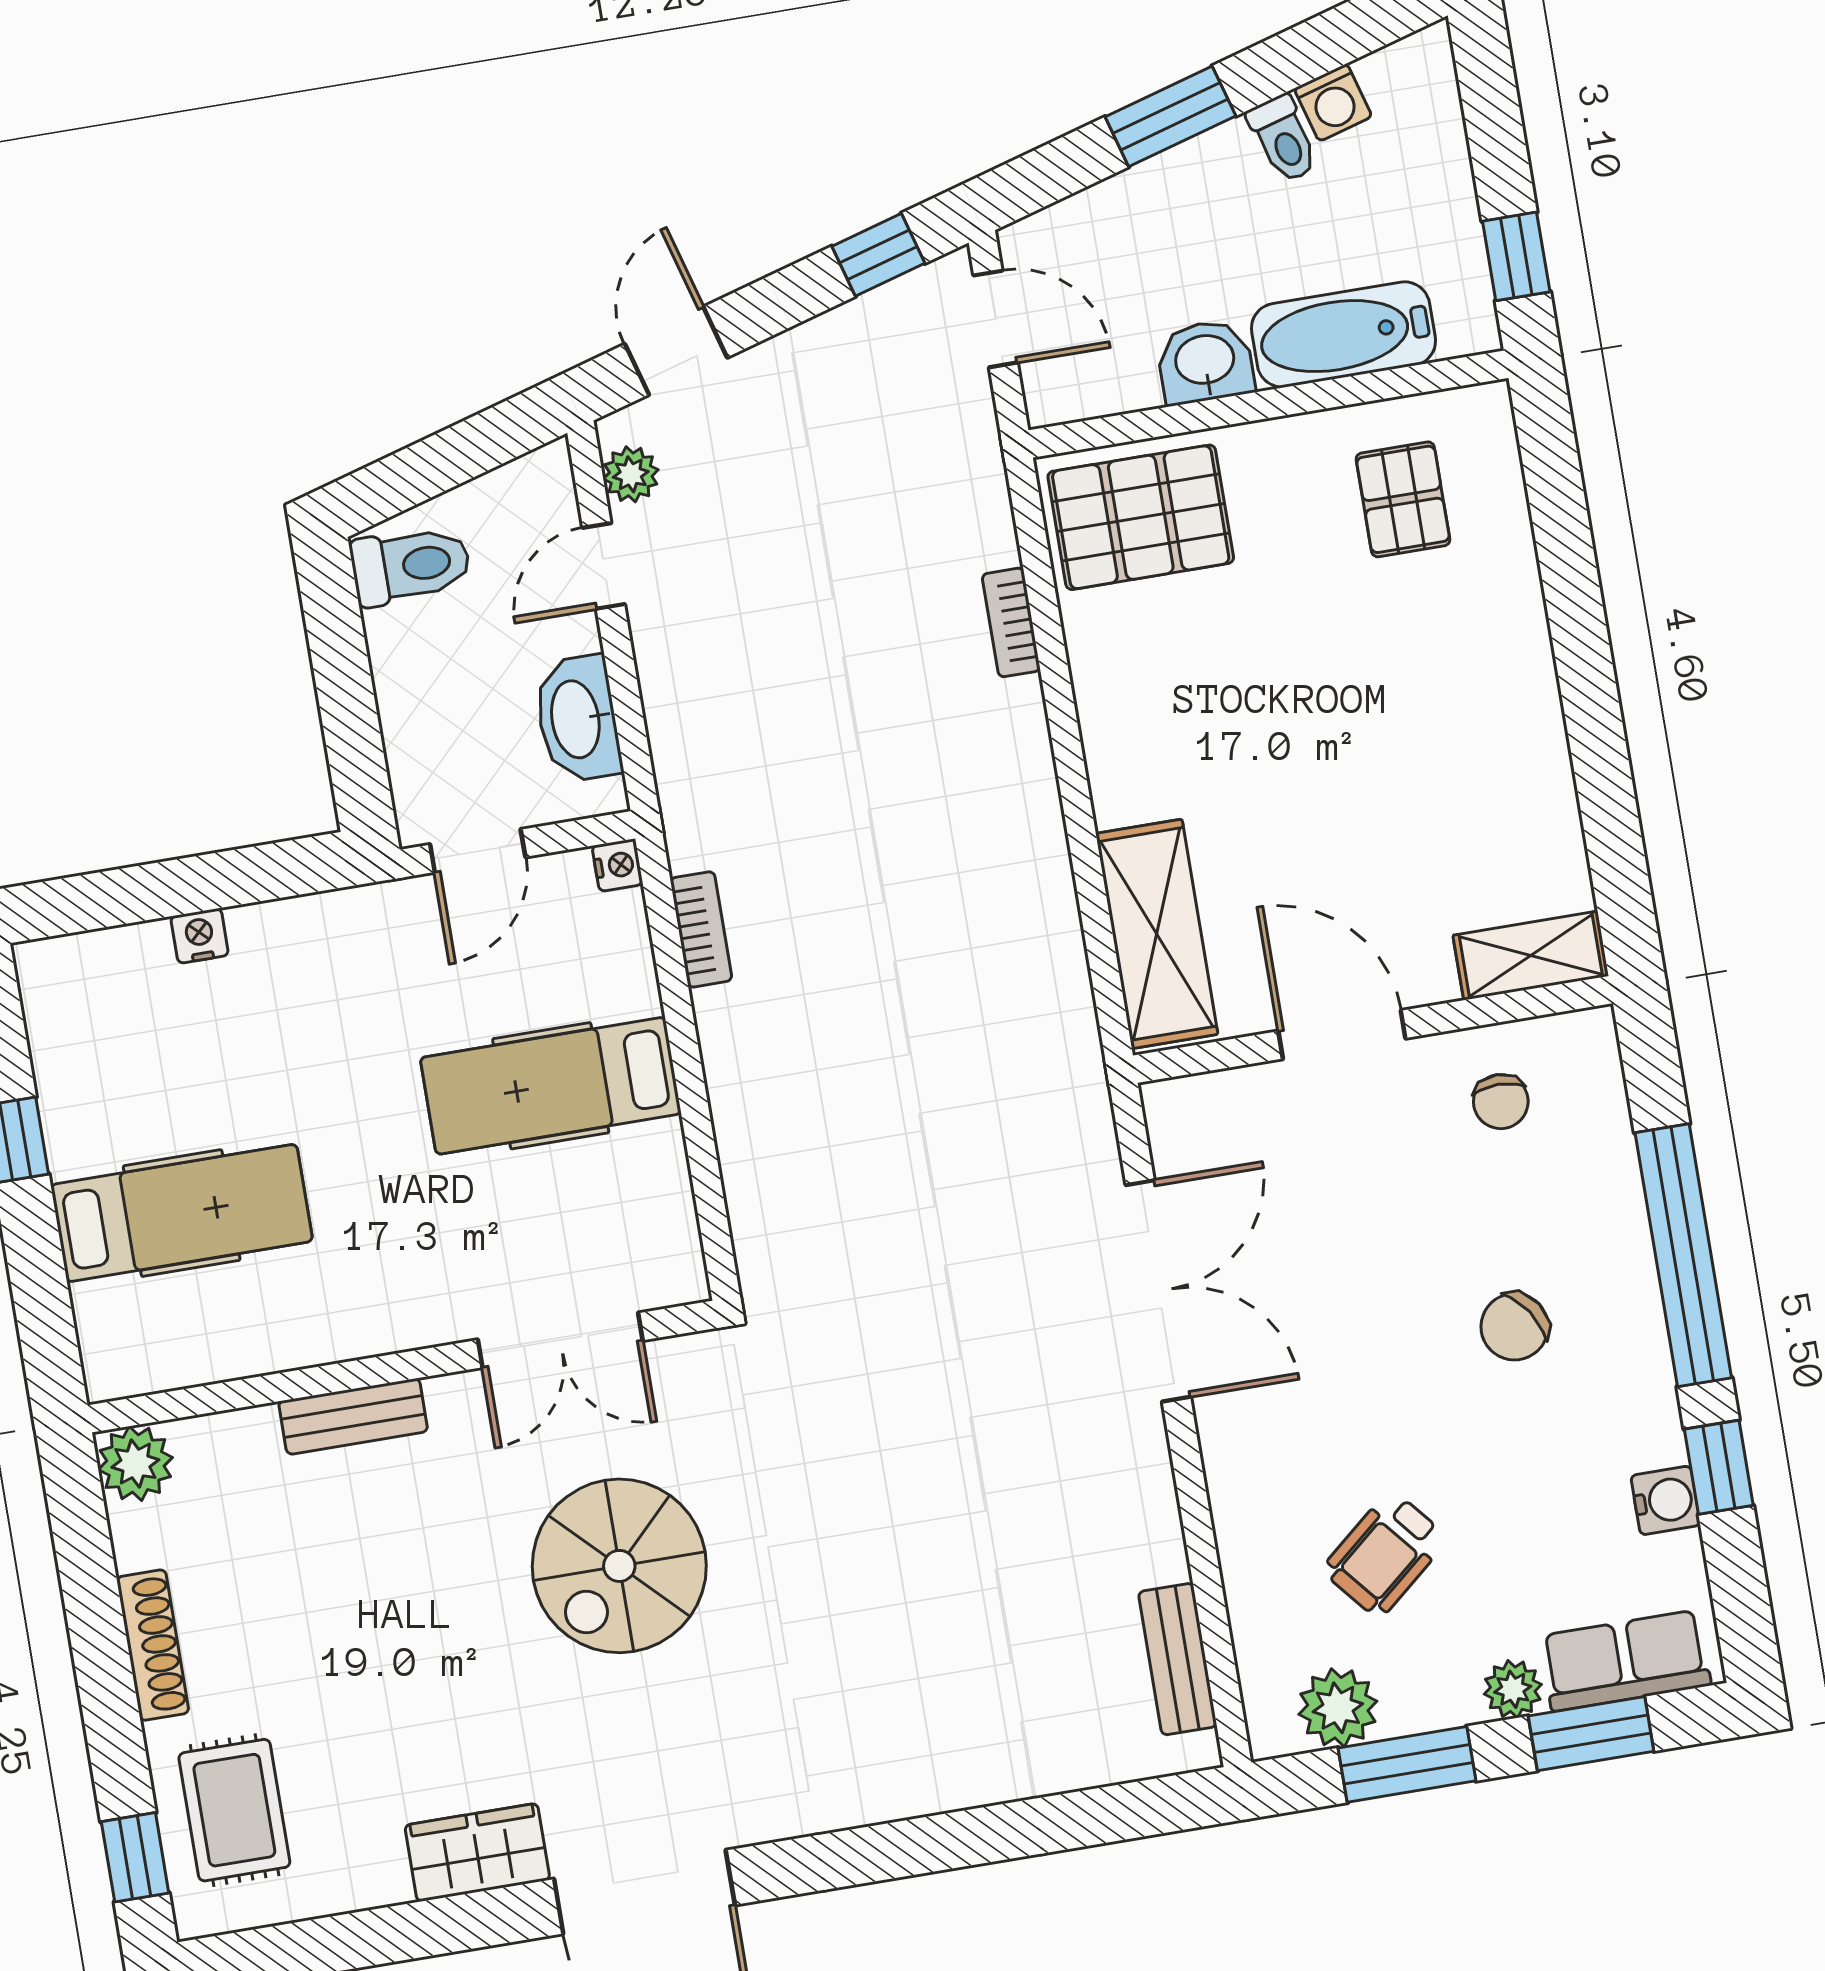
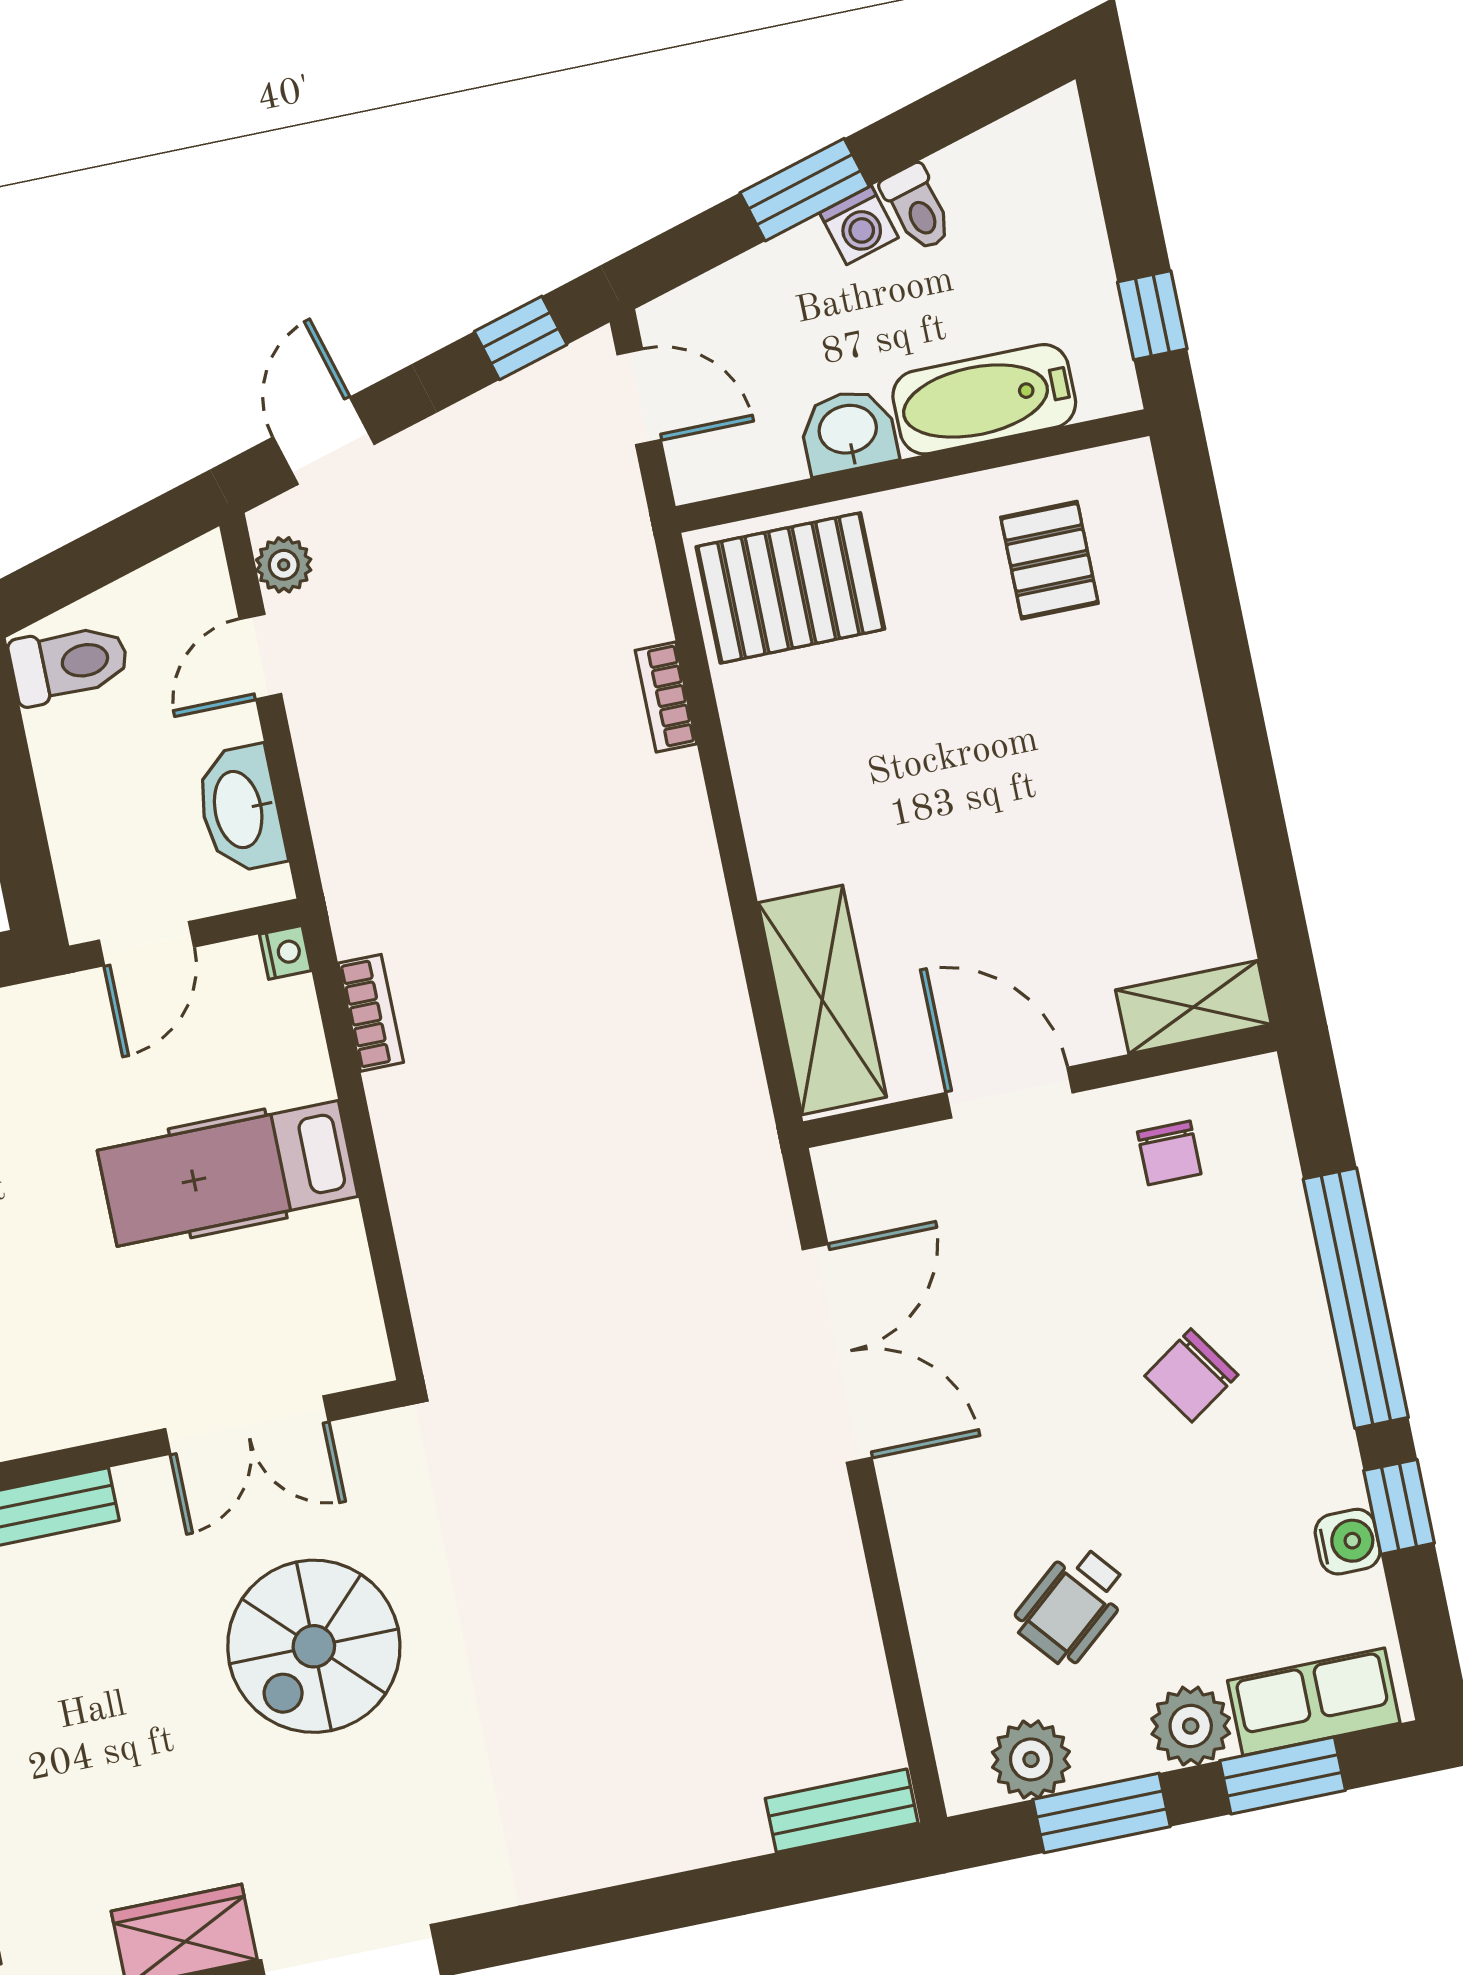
washing machine: (1333, 103) -> (859, 225), moved
bench: (1178, 1659) -> (842, 1811), moved, turned 90
plant: (1513, 1689) -> (1191, 1726), width x1.38, depth x1.38

